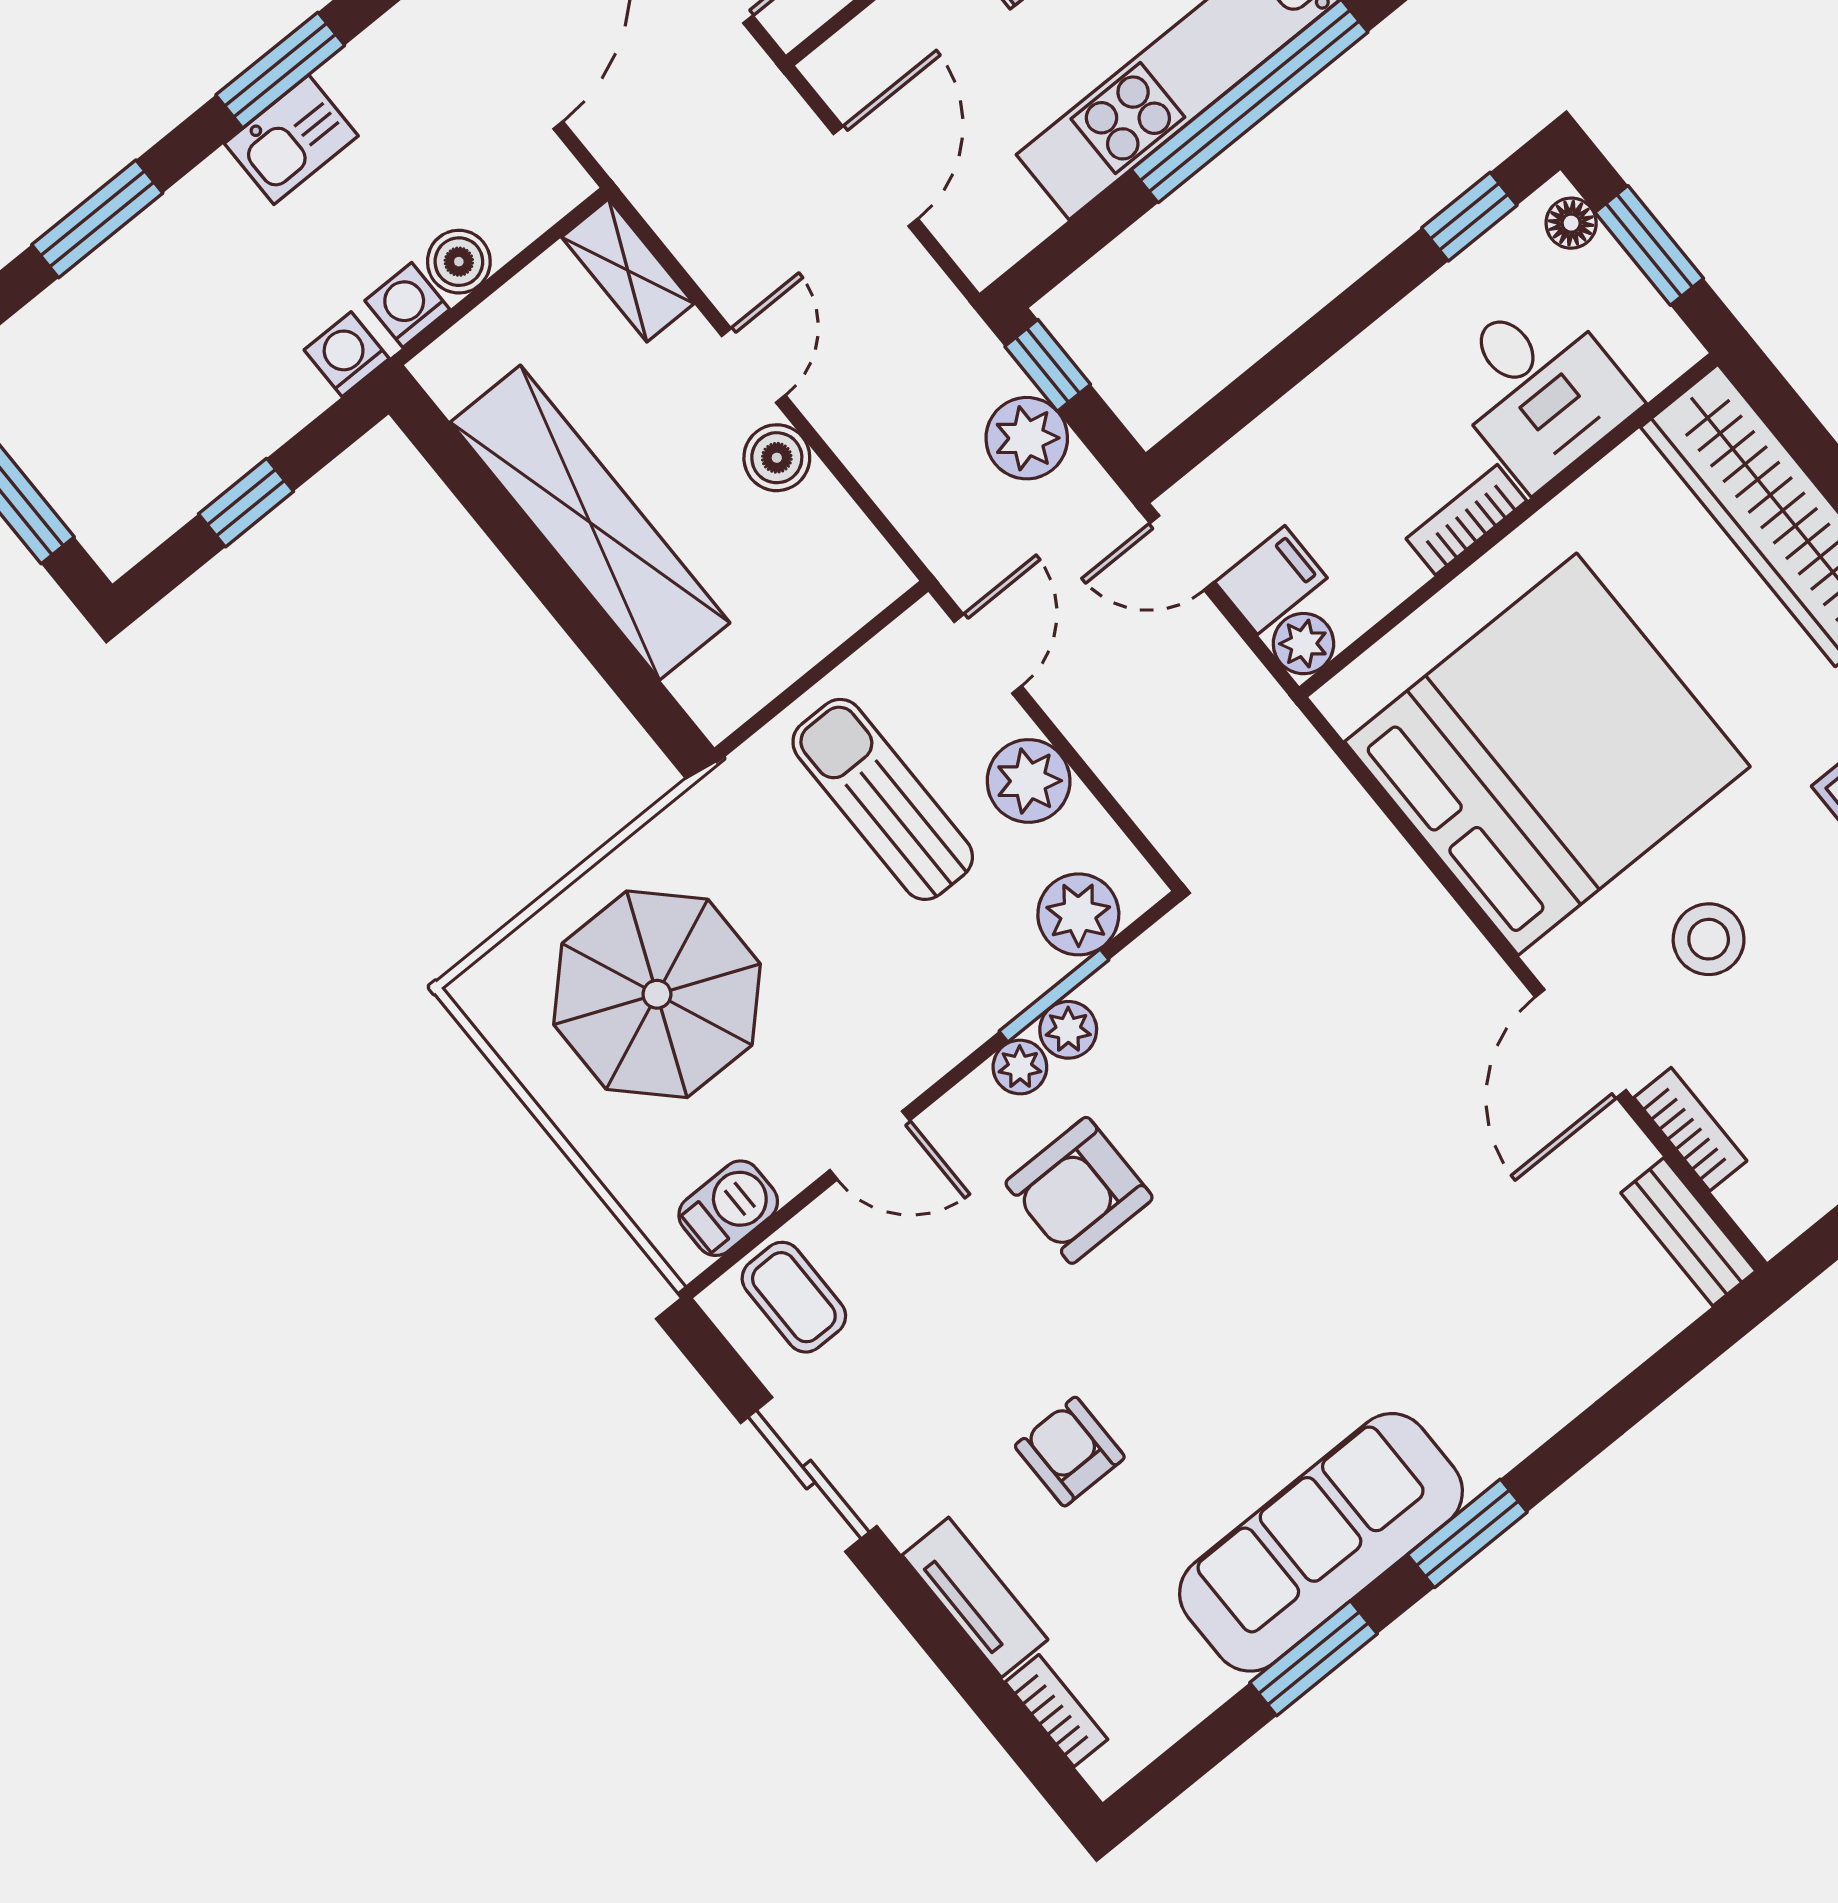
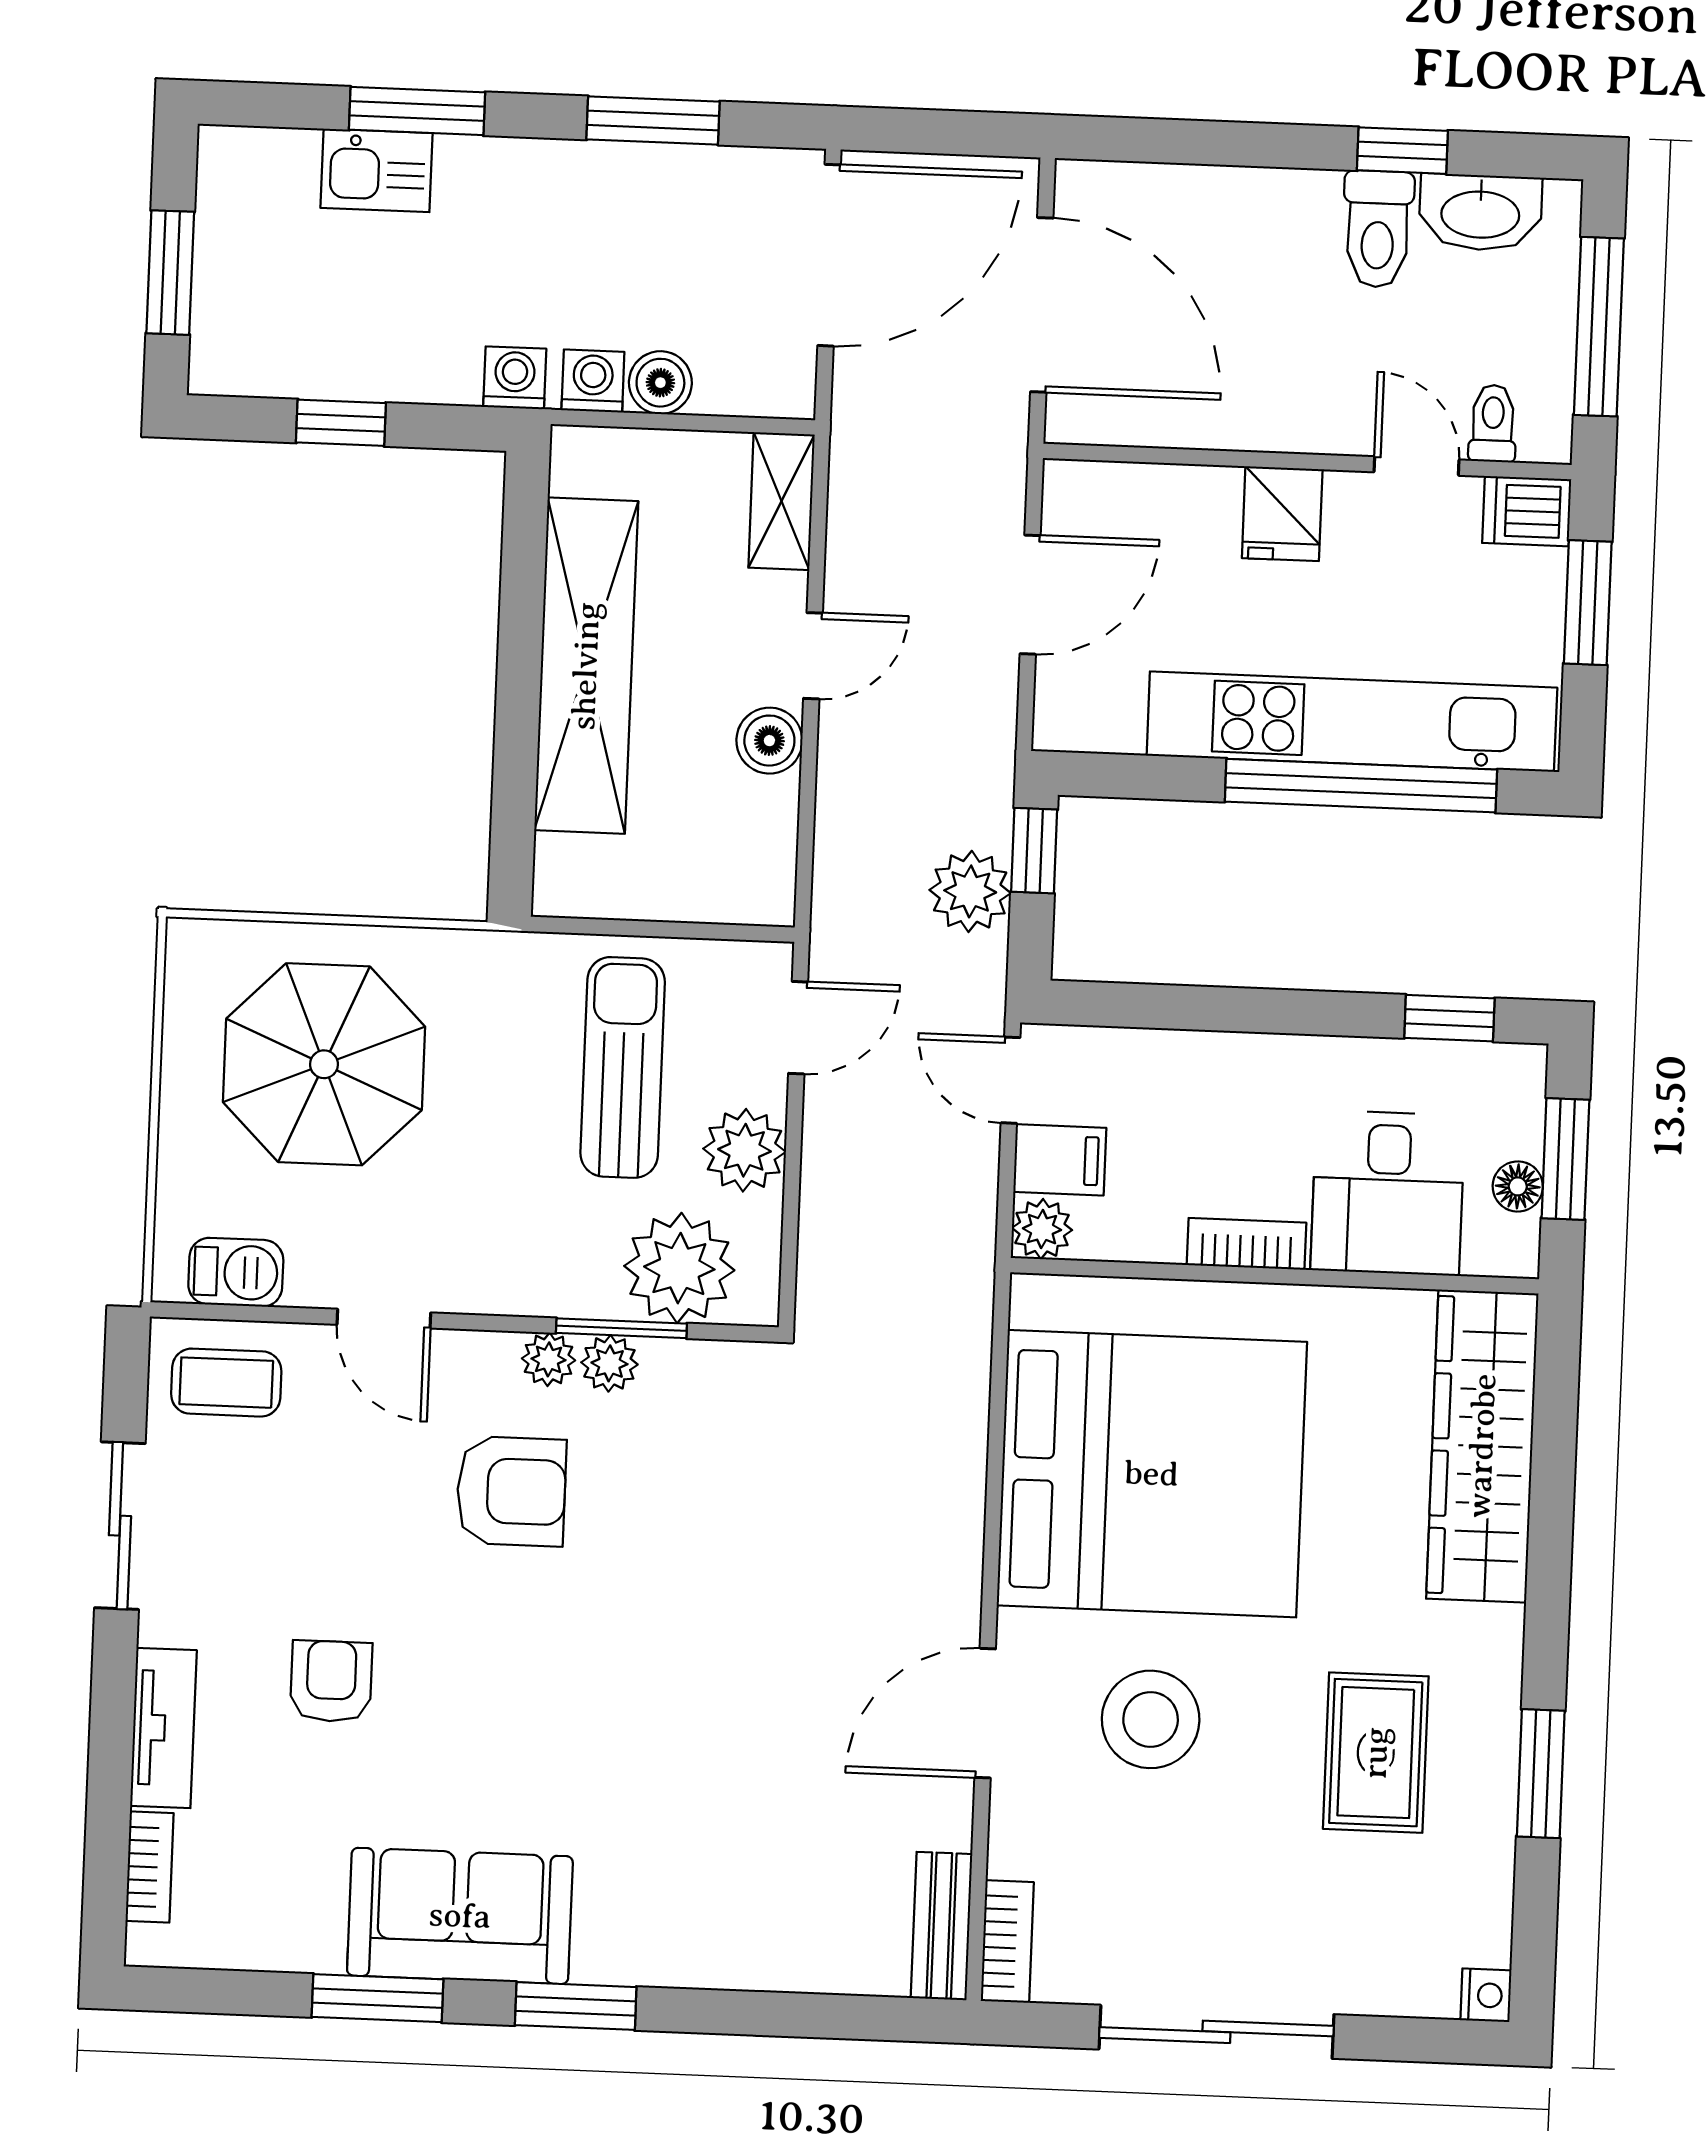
kitchen sink: (291, 140) -> (376, 170), moved
floor lamp: (1571, 223) -> (1518, 1186), moved
plant: (1078, 914) -> (679, 1268), width x1.36, depth x1.36
stool: (1709, 939) -> (1151, 1719), width x1.38, depth x1.38
bookcase: (1690, 1129) -> (1007, 1942), moved
armchair: (1079, 1190) -> (511, 1491), turned 180
coffee table: (794, 1297) -> (226, 1383), turned 90
sofa: (1321, 1542) -> (460, 1916), width x0.73

